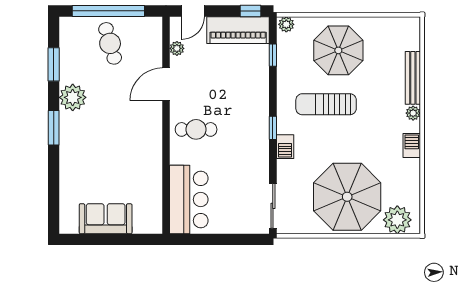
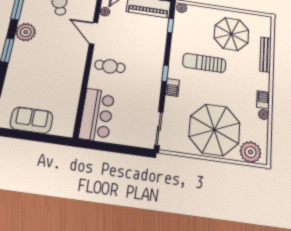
parasol: (338, 50) -> (231, 34), moved
door: (166, 84) -> (94, 33), hinge flipped
plant: (413, 113) -> (264, 114), moved

